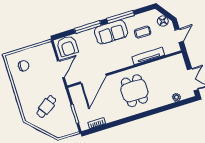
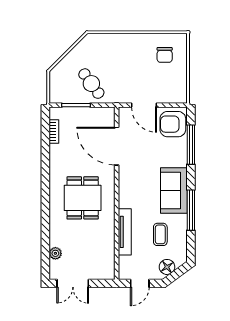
window: (88, 27) -> (191, 145), moved
door: (179, 36) -> (140, 283), hinge flipped
dining table: (134, 91) -> (83, 198), turned 90
cafe table: (46, 107) -> (91, 84), moved

